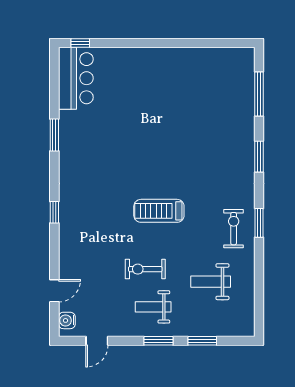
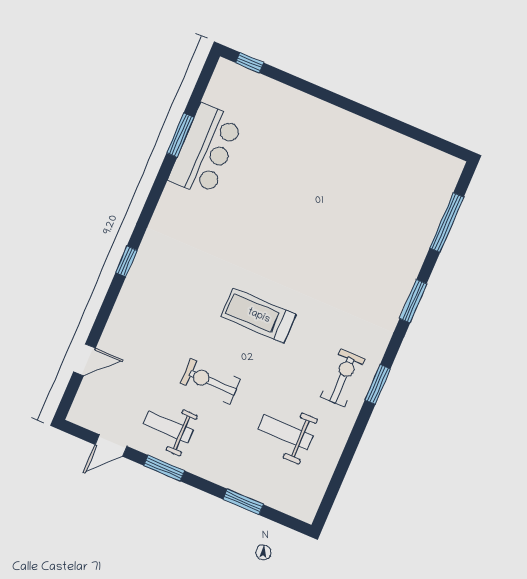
bar counter: (76, 78) -> (206, 150), moved
window: (54, 135) -> (180, 135), moved
weight bench: (153, 307) -> (168, 427), moved
water cooler: (67, 320) -> (84, 404), removed
window: (159, 341) -> (164, 468), moved

